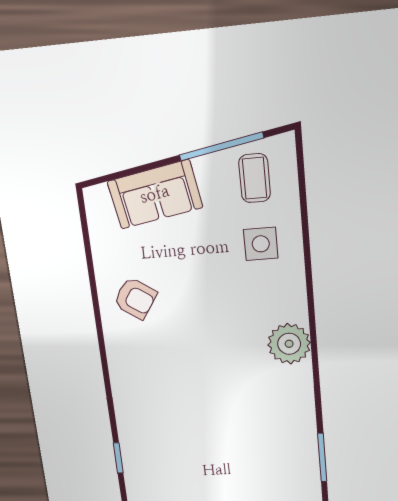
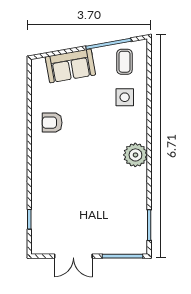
armchair: (135, 298) -> (52, 123), turned 146

